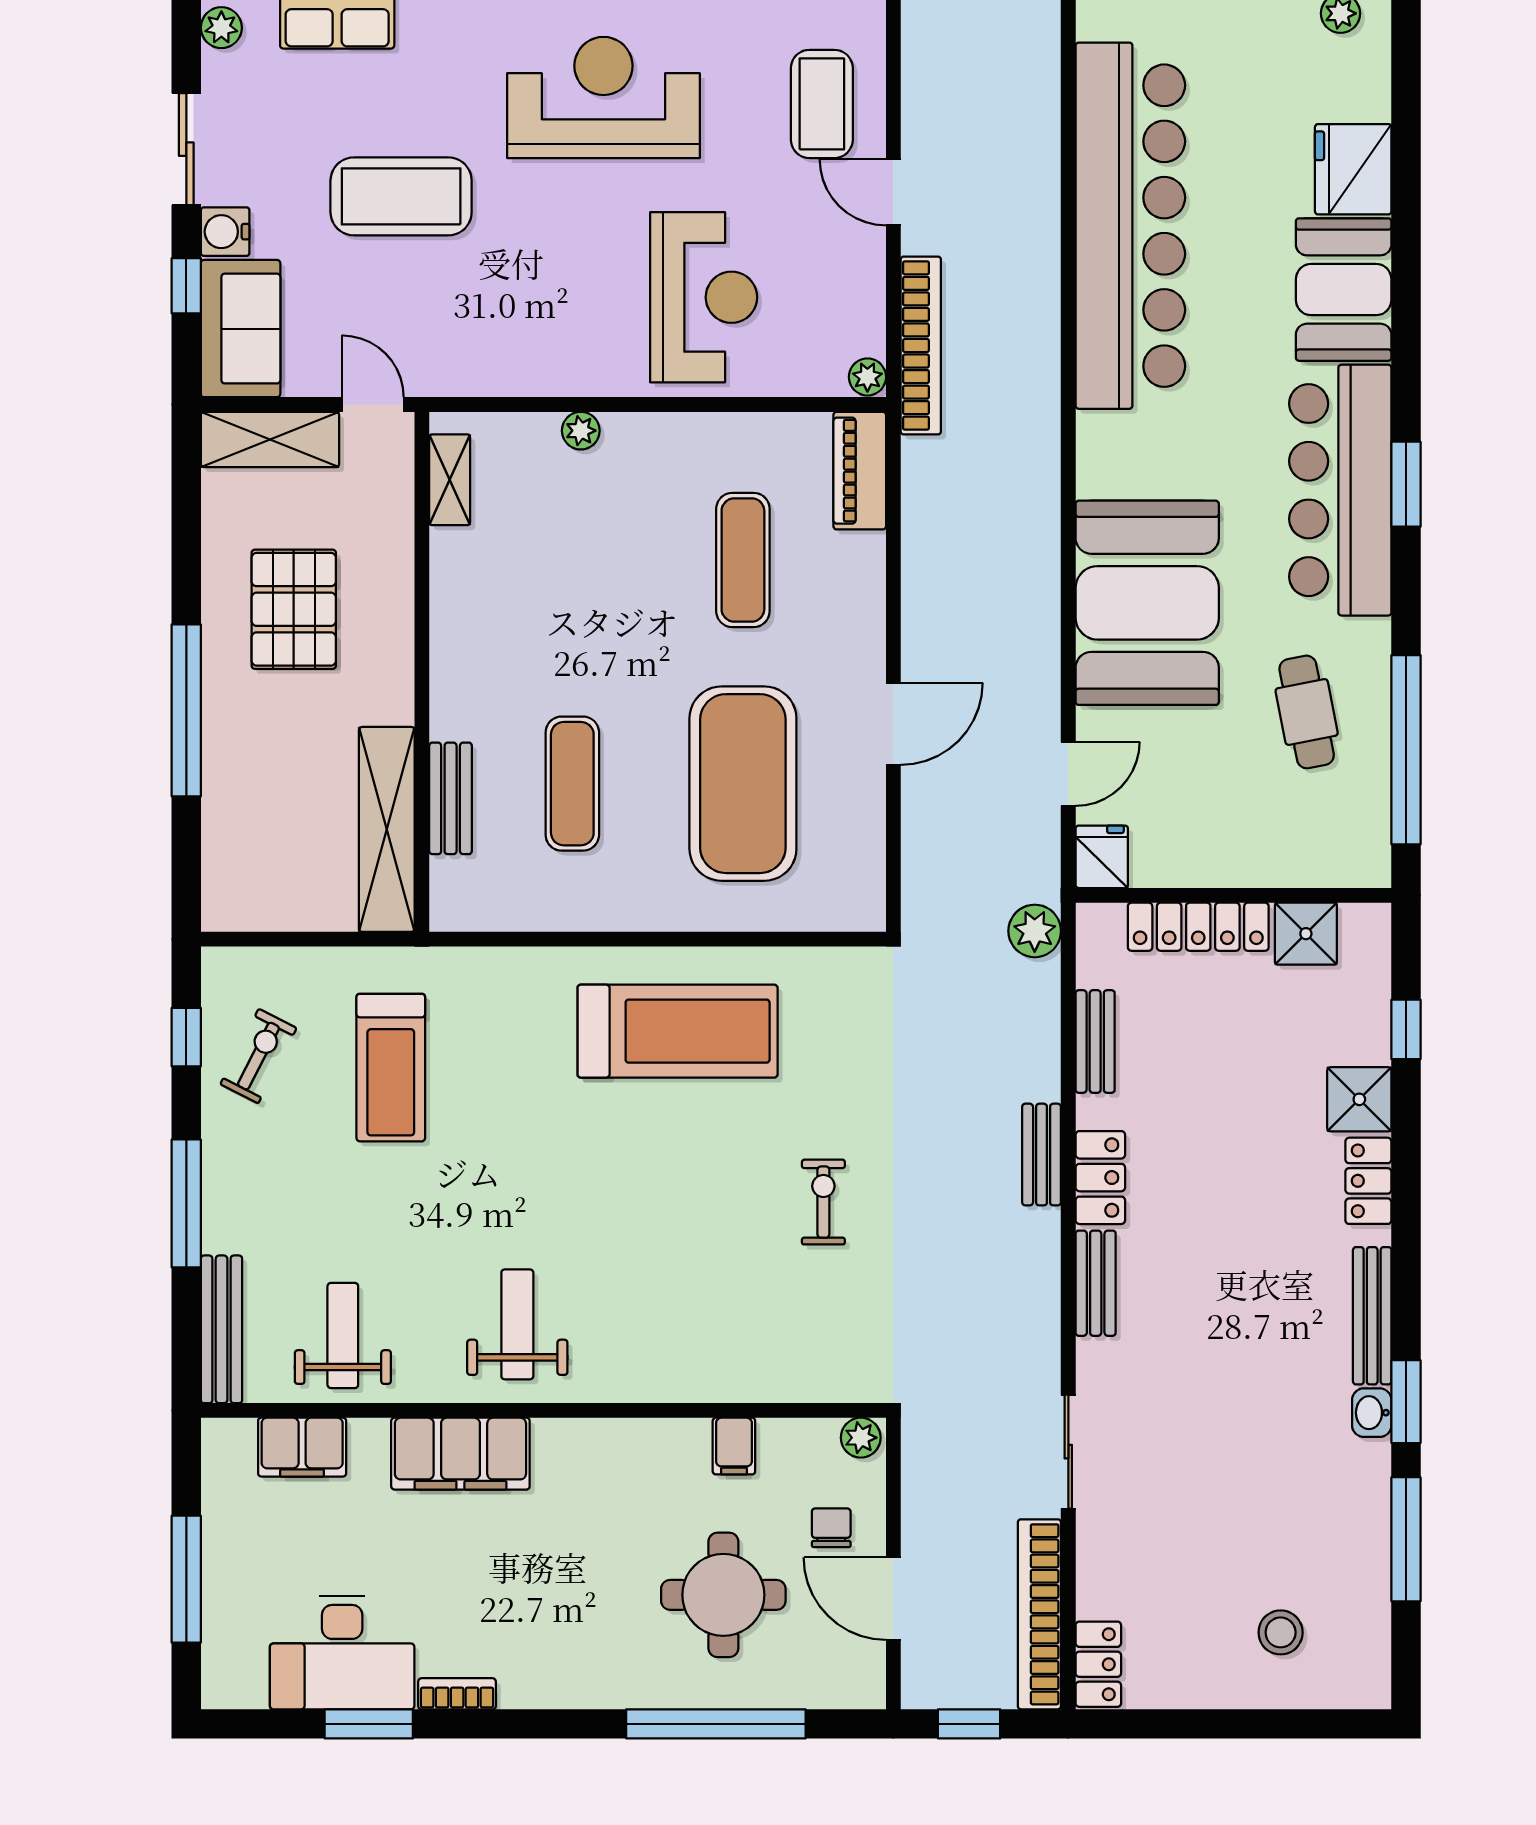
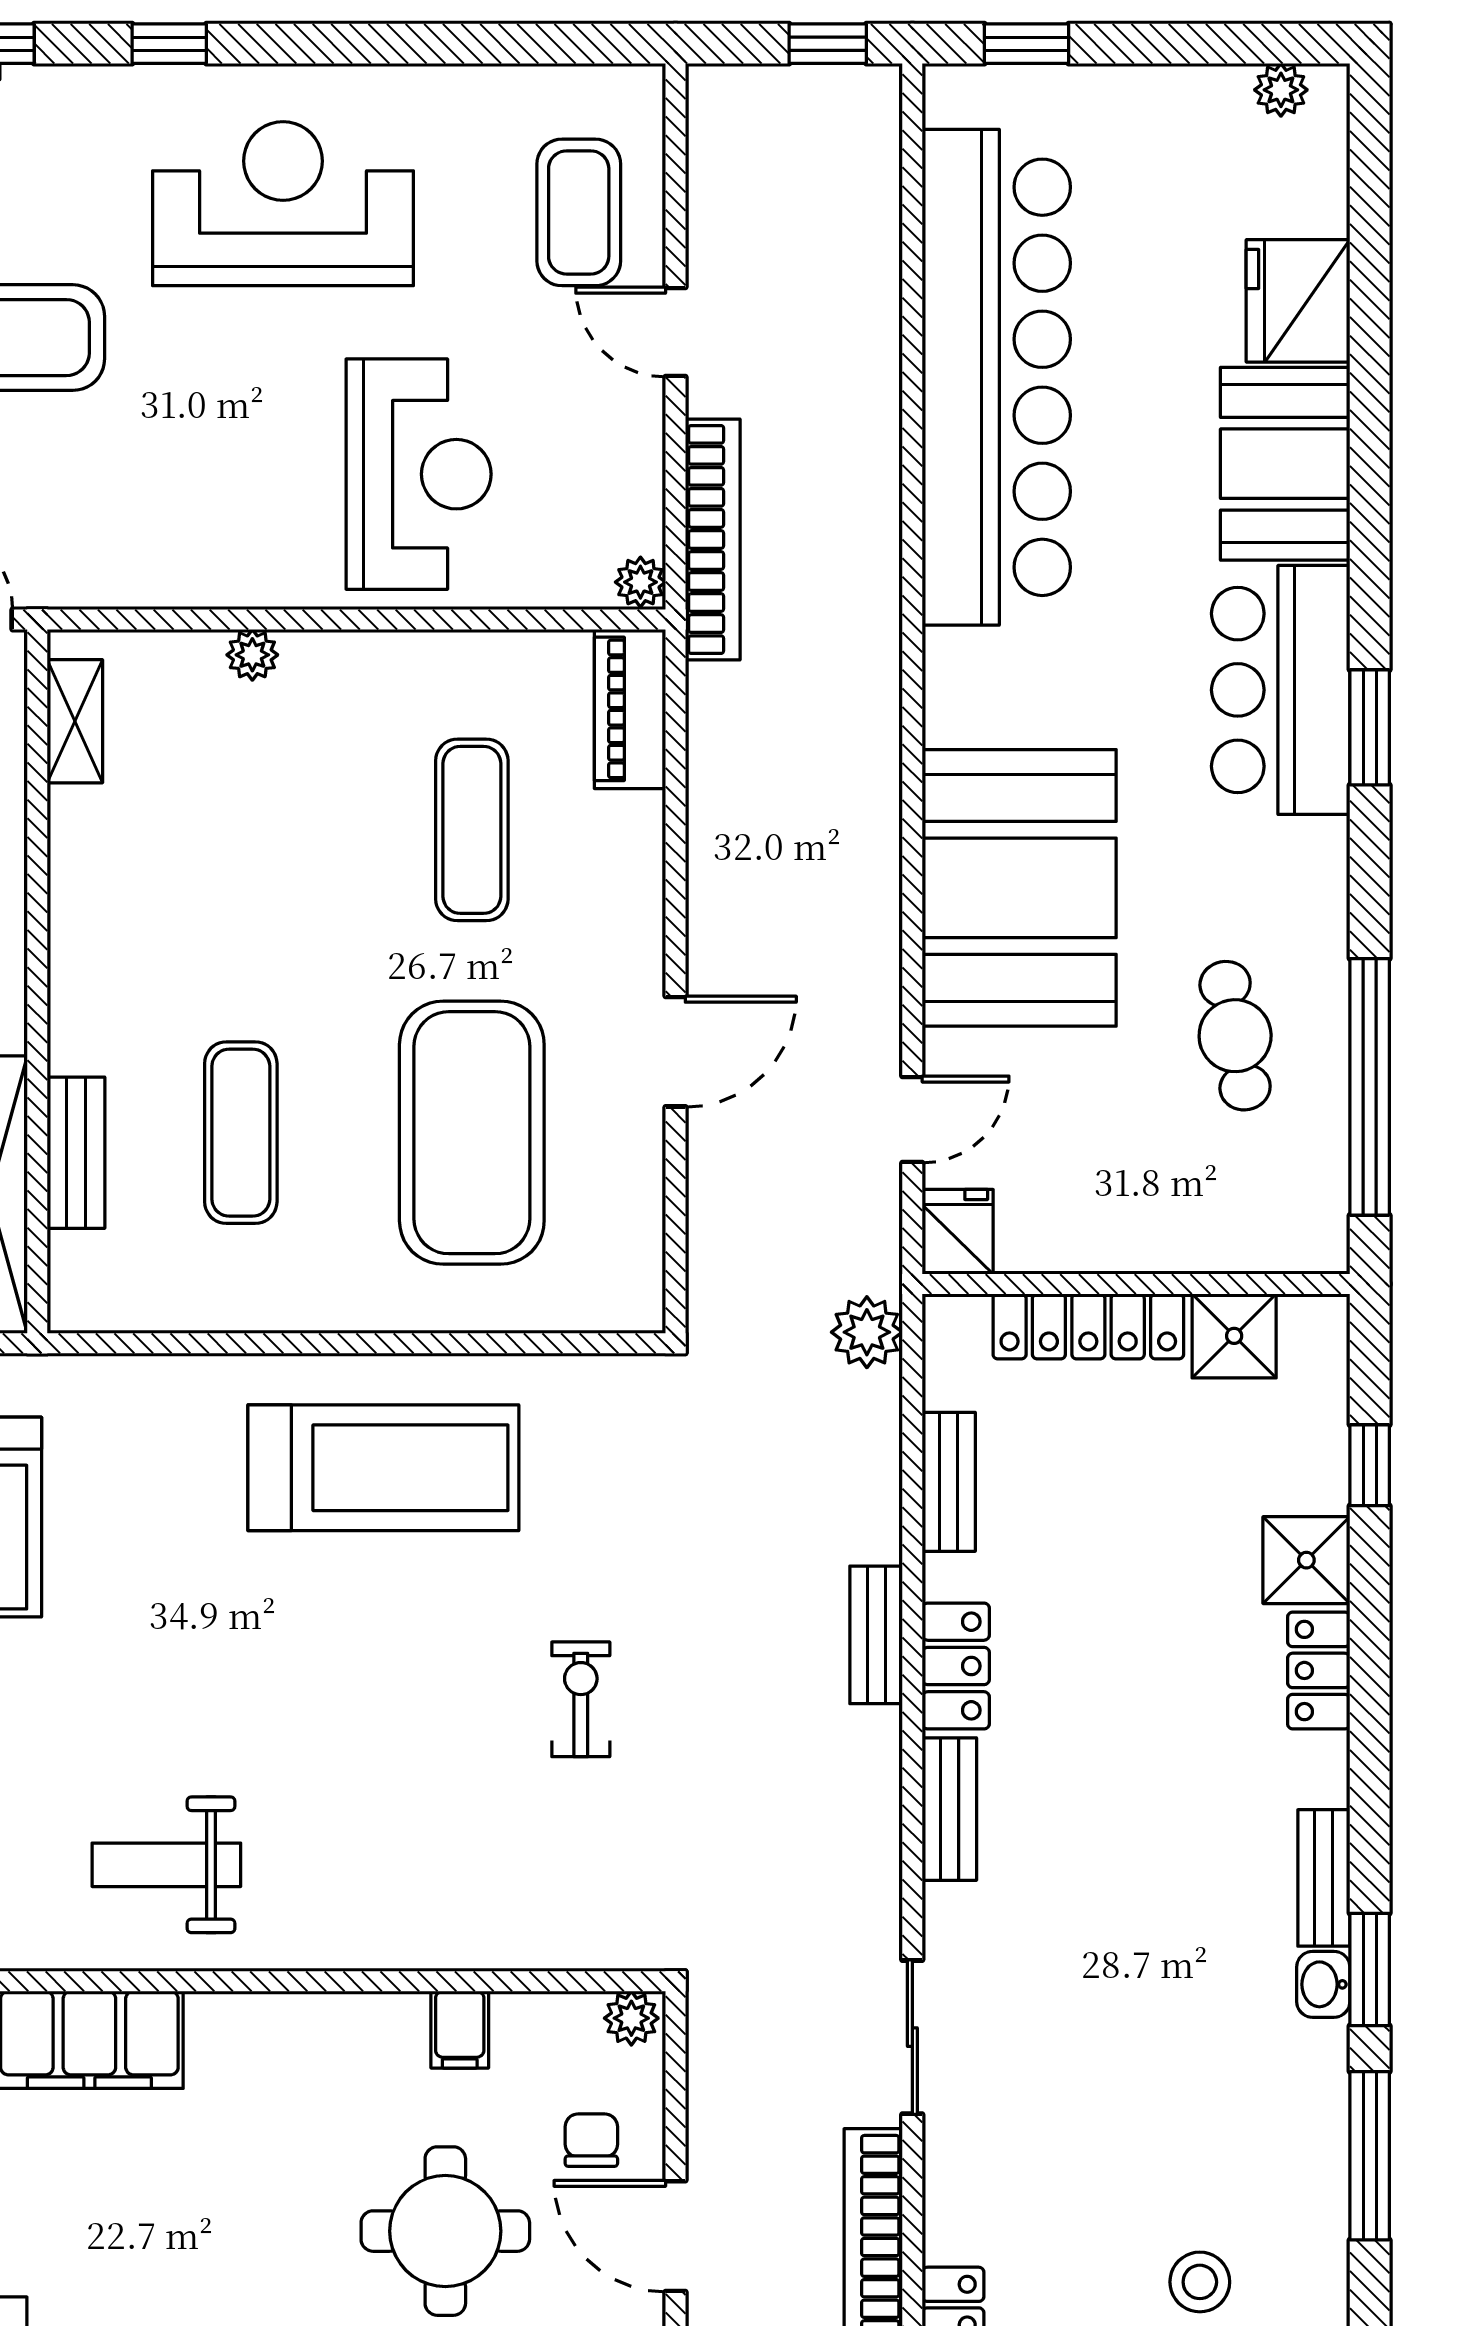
bar counter: (1340, 490) -> (1281, 690), width x0.73
bench: (1372, 1316) -> (1324, 1878), width x0.73
weight bench: (517, 1324) -> (166, 1865), turned -90

